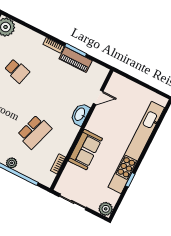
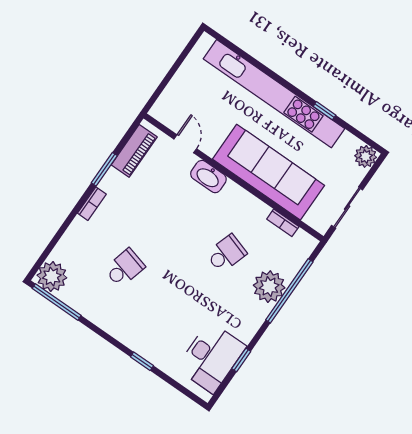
piano: (76, 60) -> (134, 151), moved
school desk: (34, 132) -> (226, 254), width x0.54
sofa: (85, 150) -> (269, 172), width x1.85, depth x1.27
plant: (12, 163) -> (269, 287), width x1.87, depth x1.87

